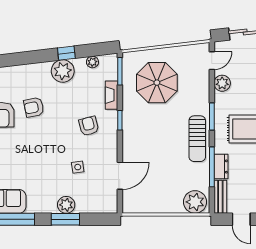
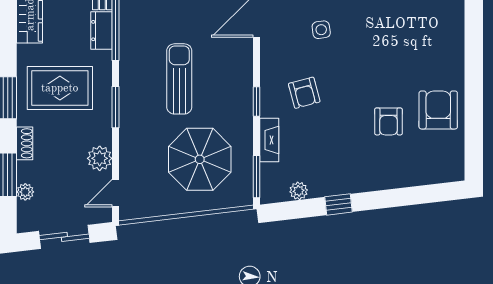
plant: (63, 71) -> (344, 177), removed
armchair: (34, 107) -> (388, 121), turned 101
sun lounger: (197, 139) -> (179, 79), moved

